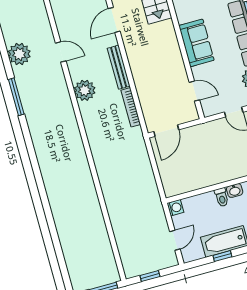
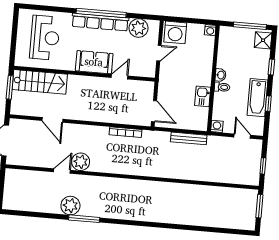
plant: (19, 54) -> (70, 206), moved
bench: (119, 67) -> (189, 138), moved
plant: (85, 90) -> (81, 162), moved
door: (194, 91) -> (120, 77), moved
kitchen sink: (203, 179) -> (203, 96), added

